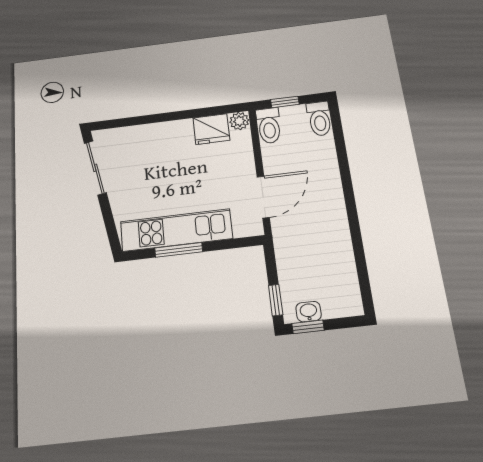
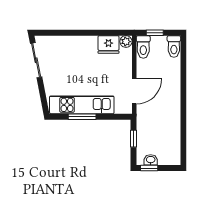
window: (276, 300) -> (134, 139), moved

